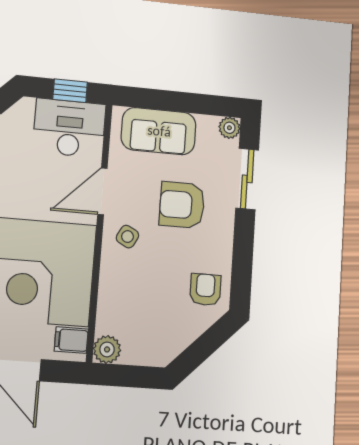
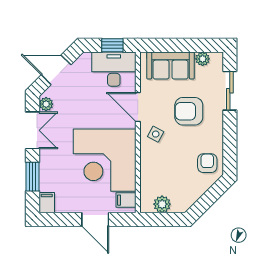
plant: (229, 128) -> (203, 59), moved
door: (102, 191) -> (138, 107), hinge flipped
plant: (107, 349) -> (162, 204), moved

